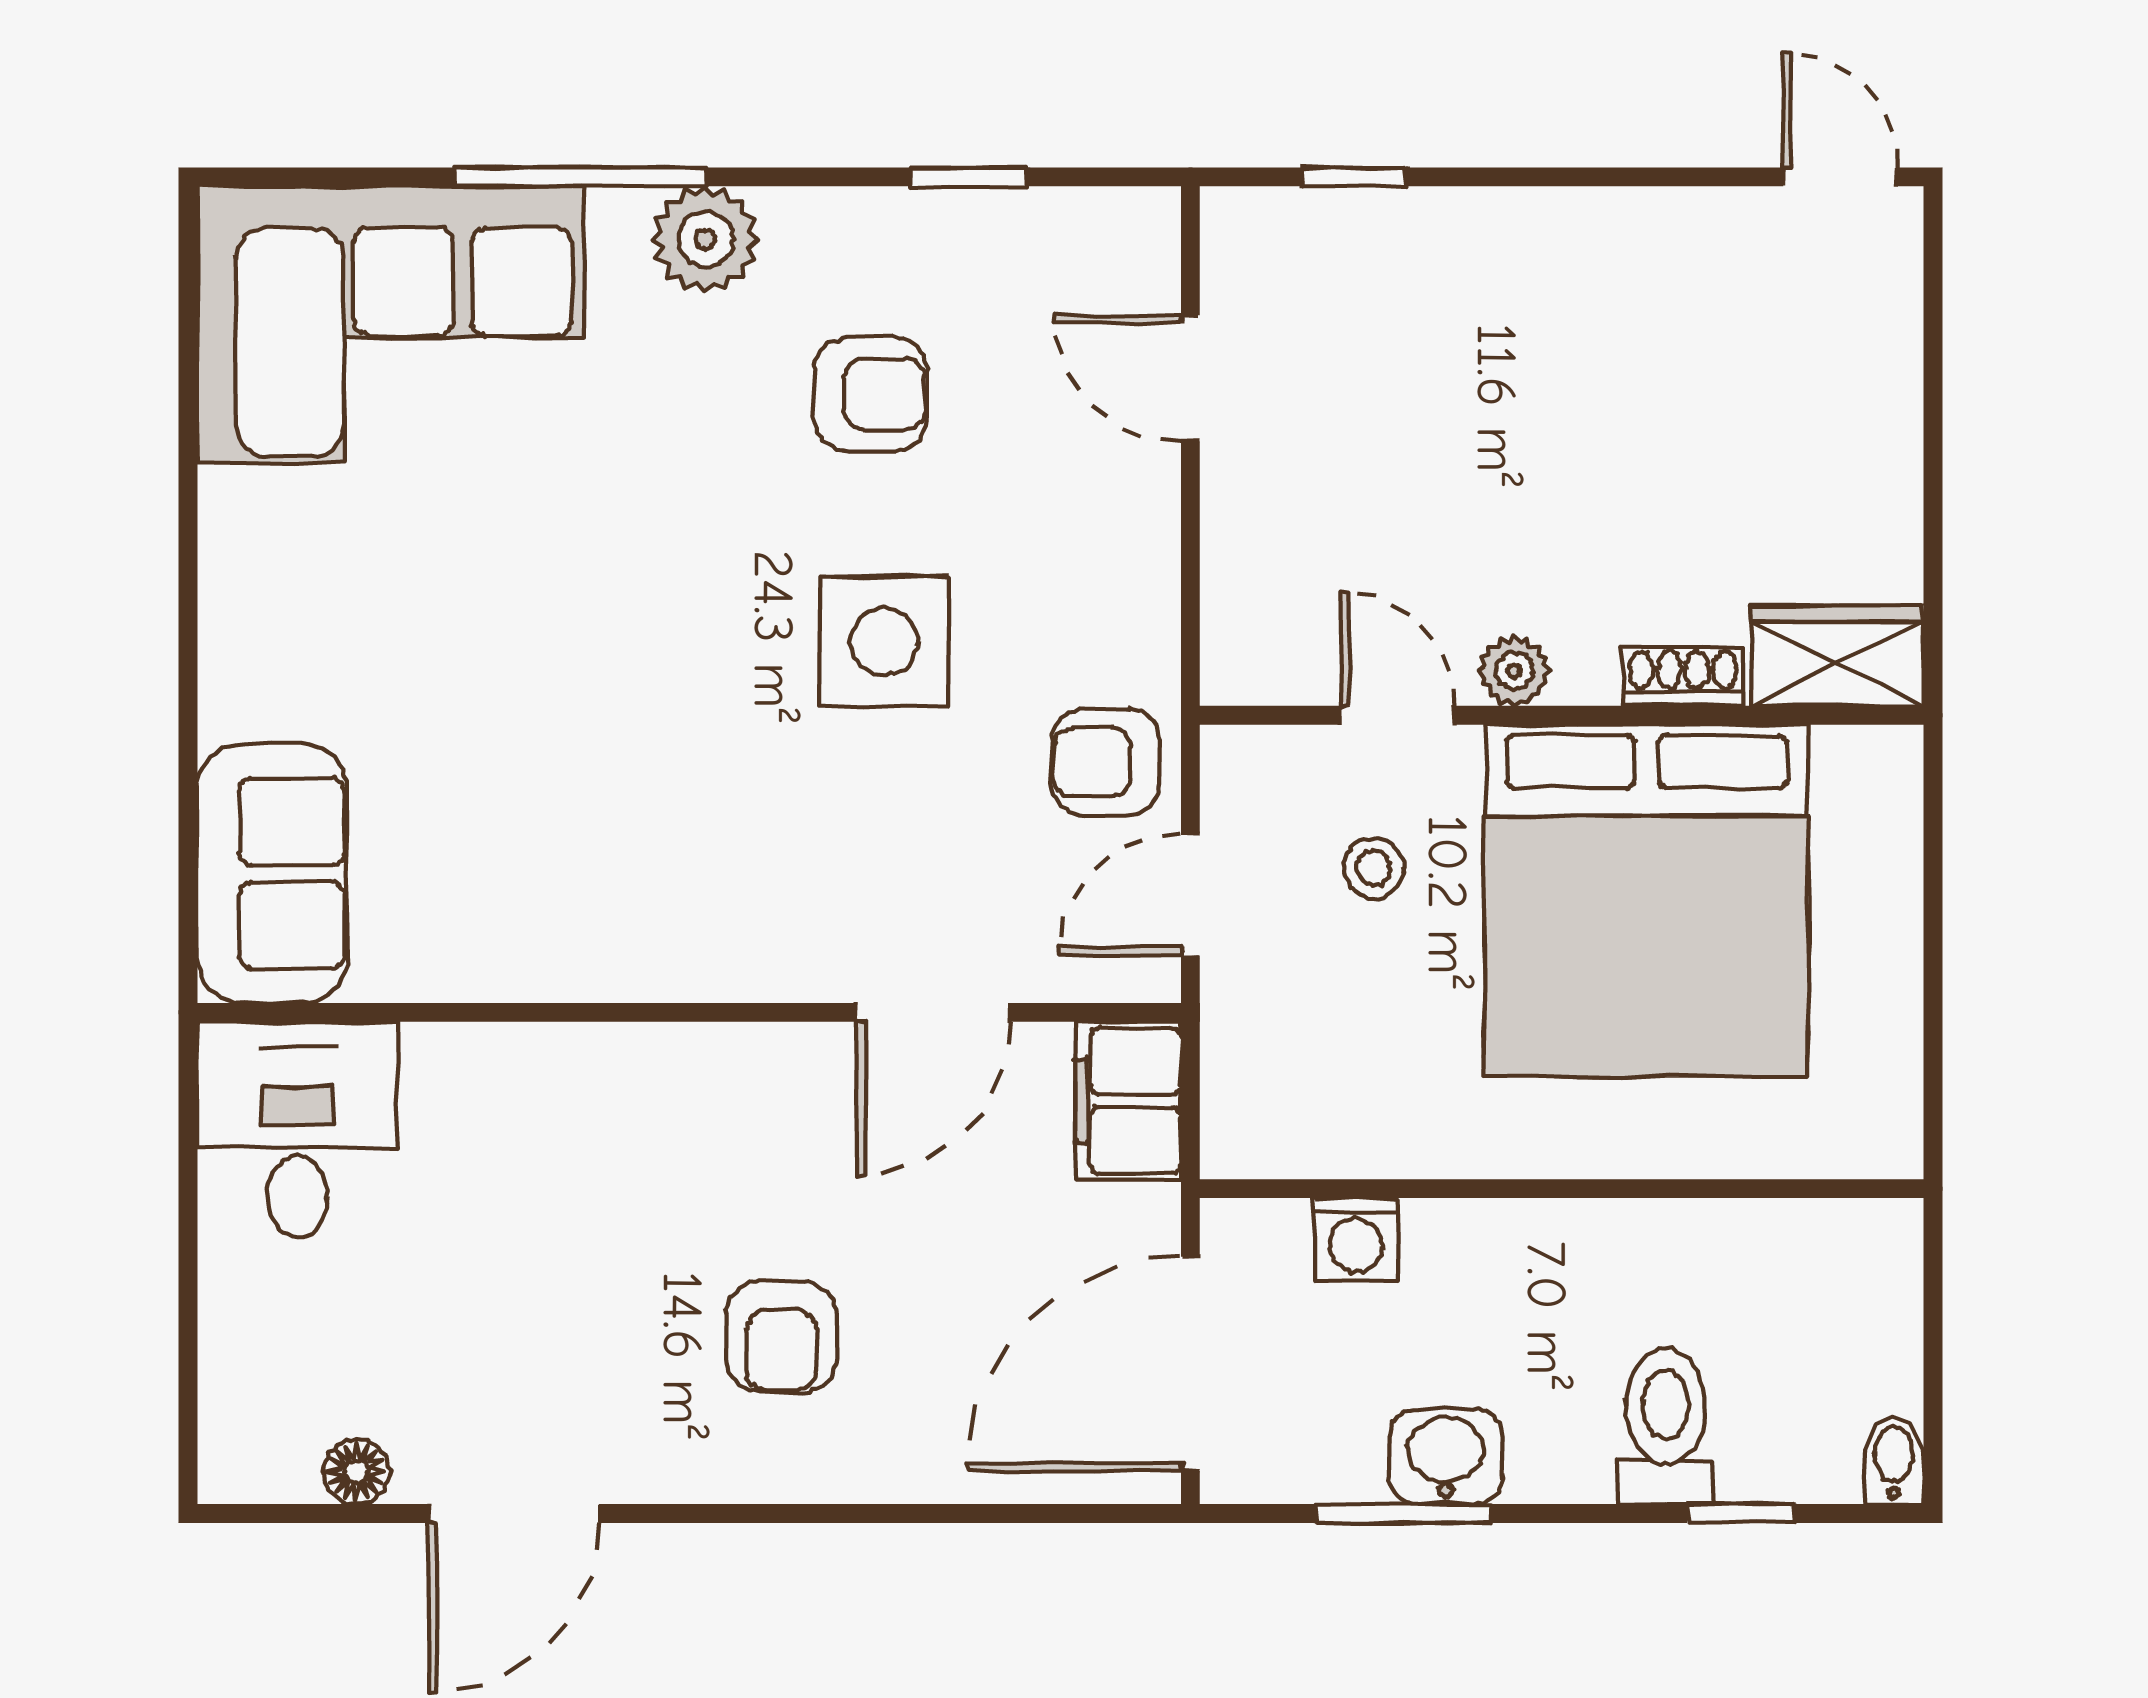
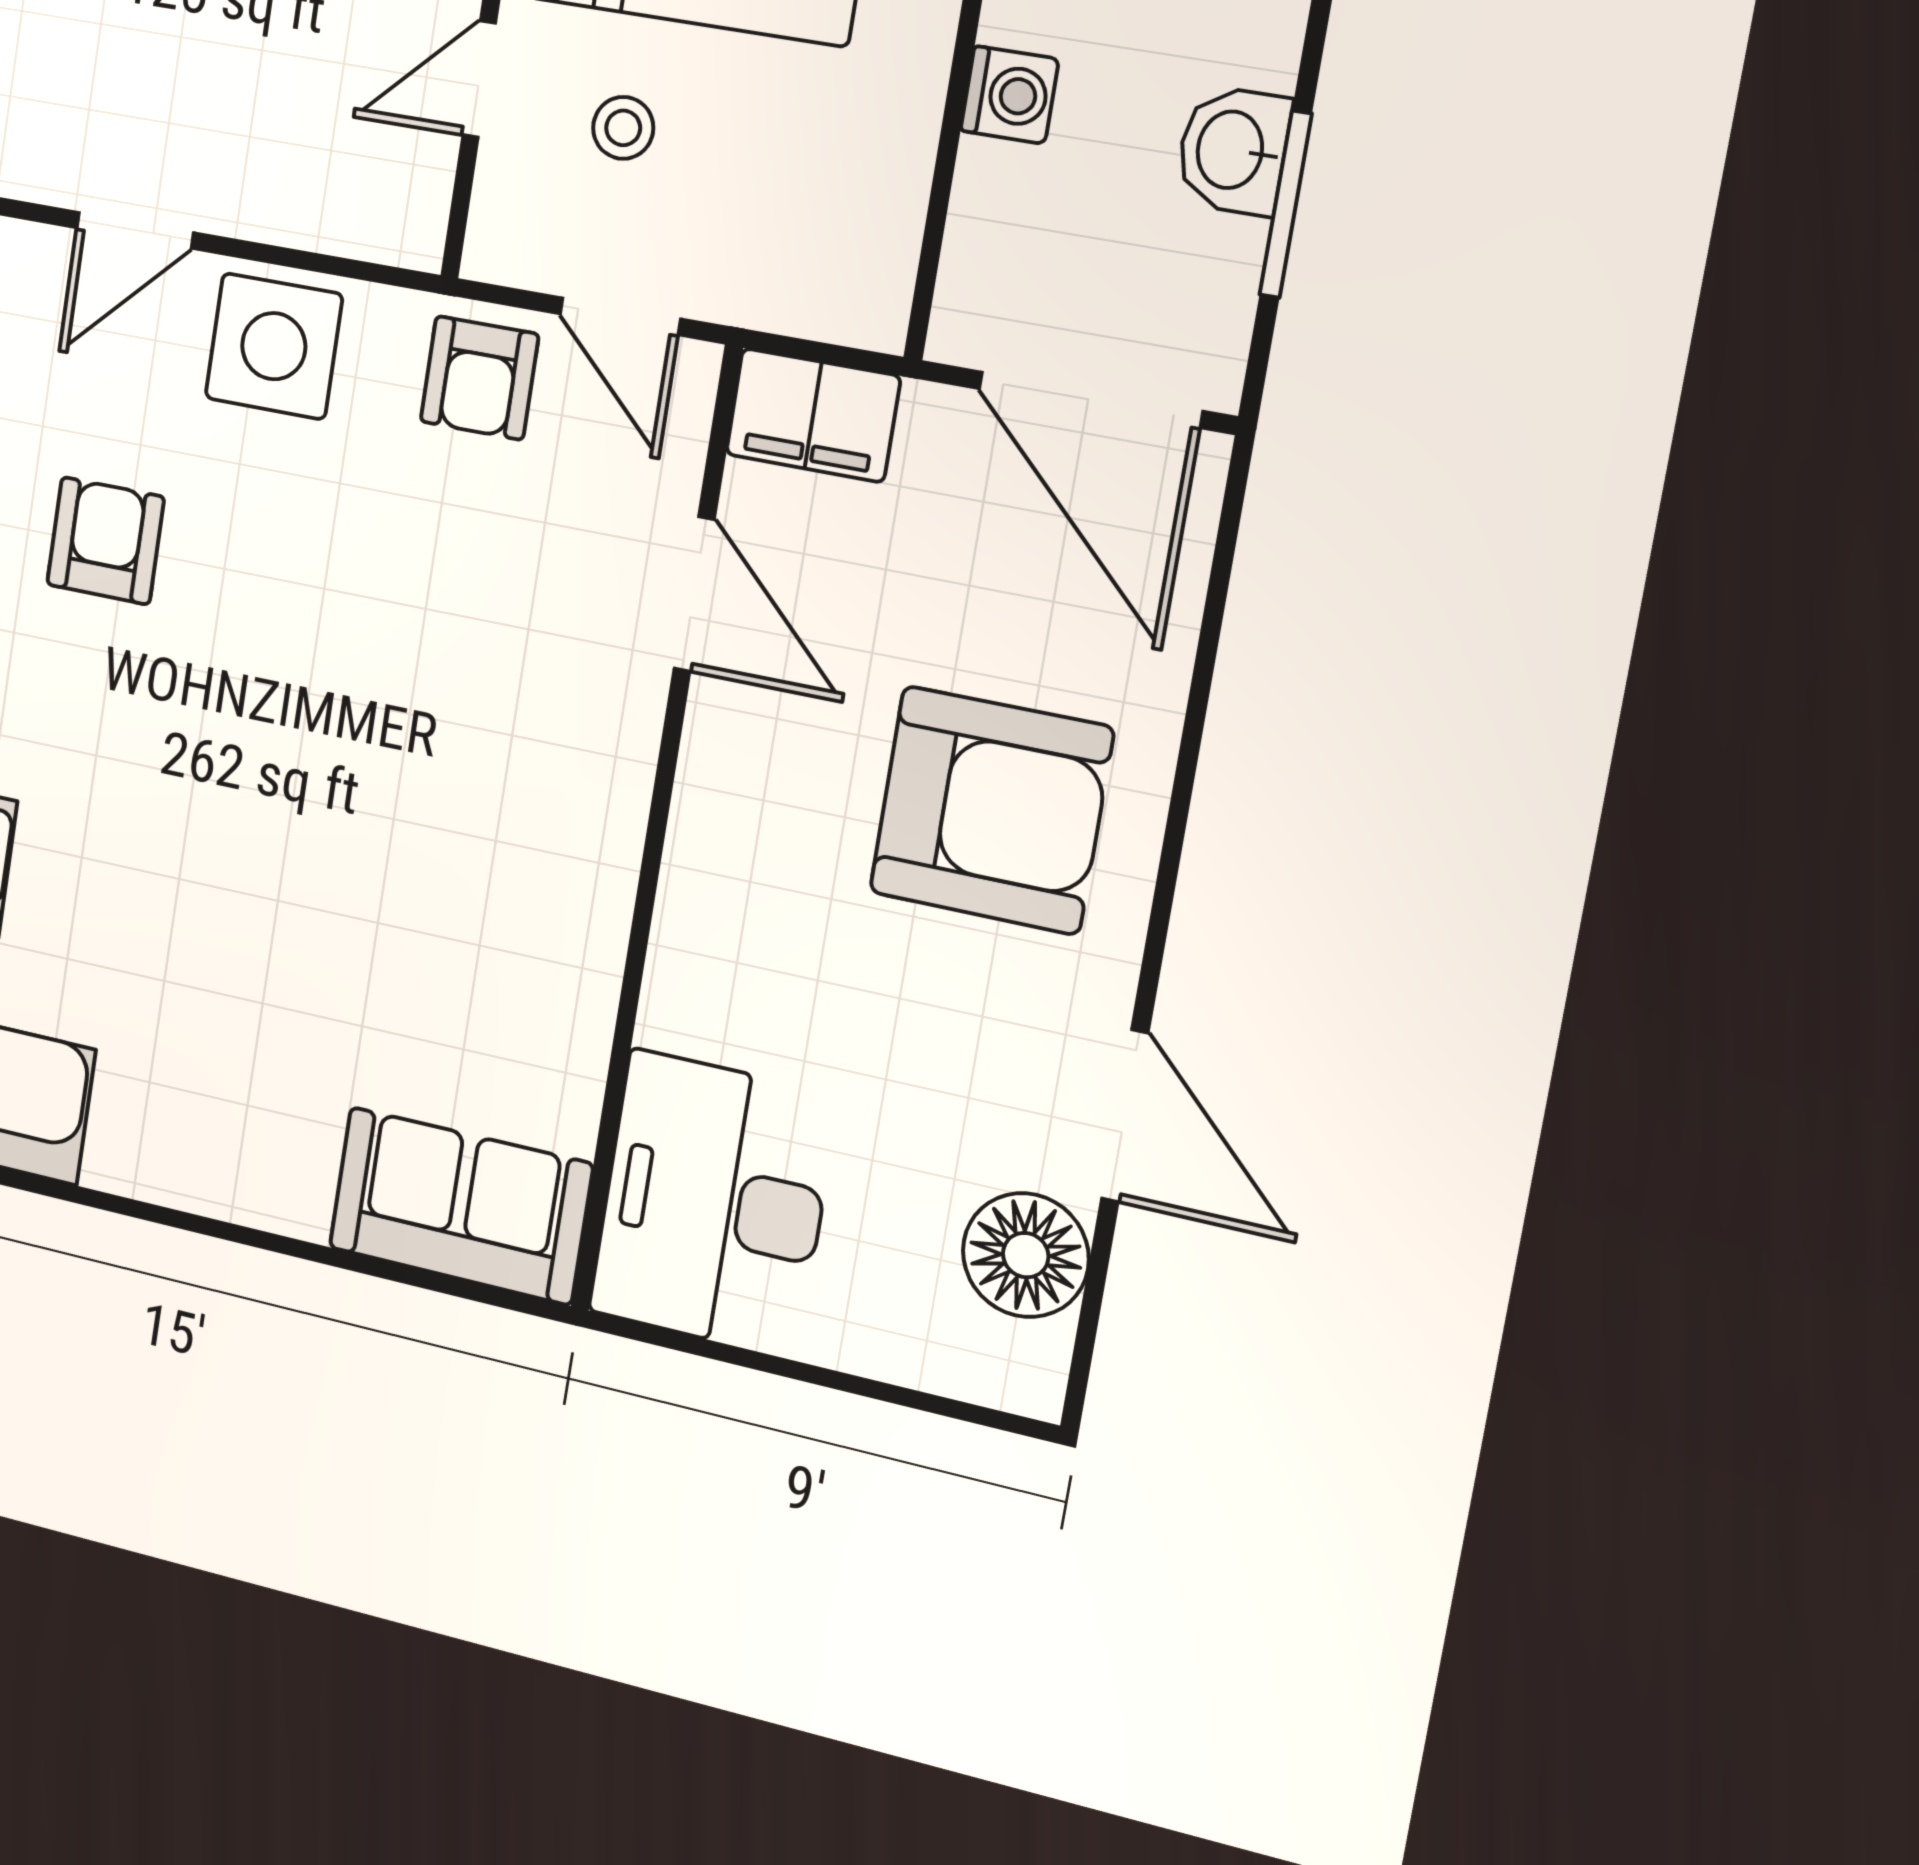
side table: (885, 641) -> (274, 346), moved
desk: (298, 1130) -> (713, 1204), width x1.37
washing machine: (1356, 1239) -> (1010, 95), moved
armchair: (781, 1337) -> (991, 810), width x1.88, depth x1.88
floor lamp: (356, 1472) -> (1026, 1255), width x1.89, depth x1.89

